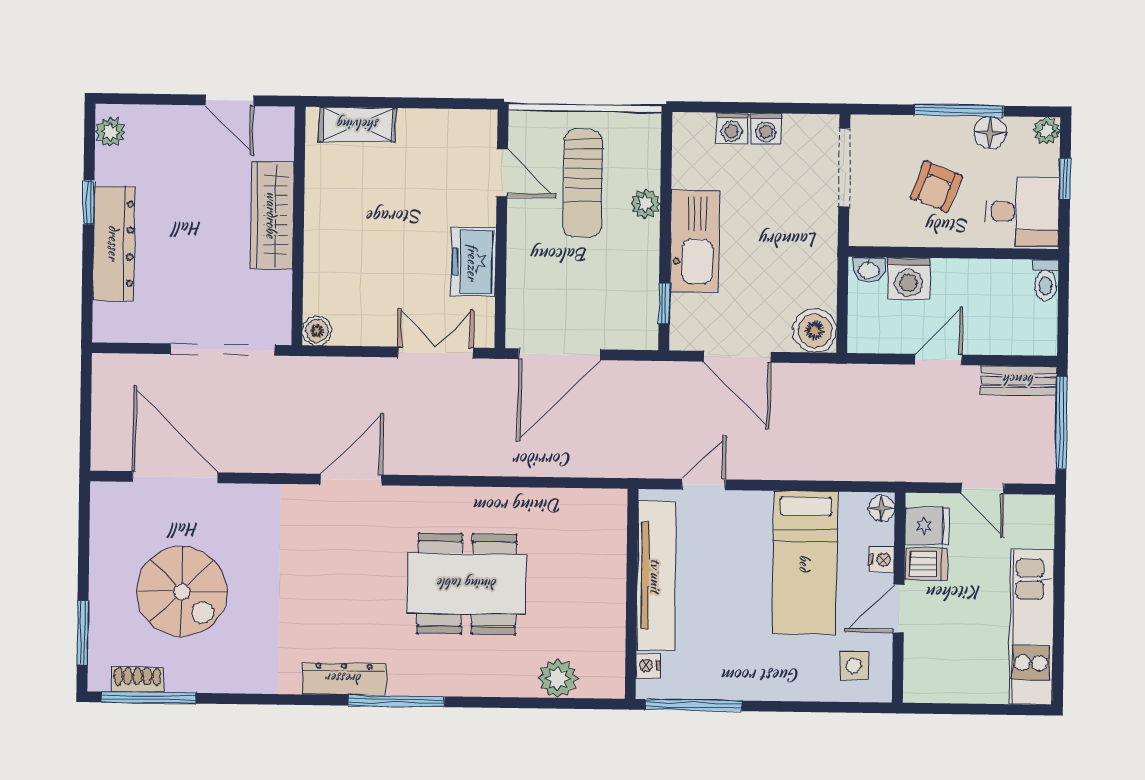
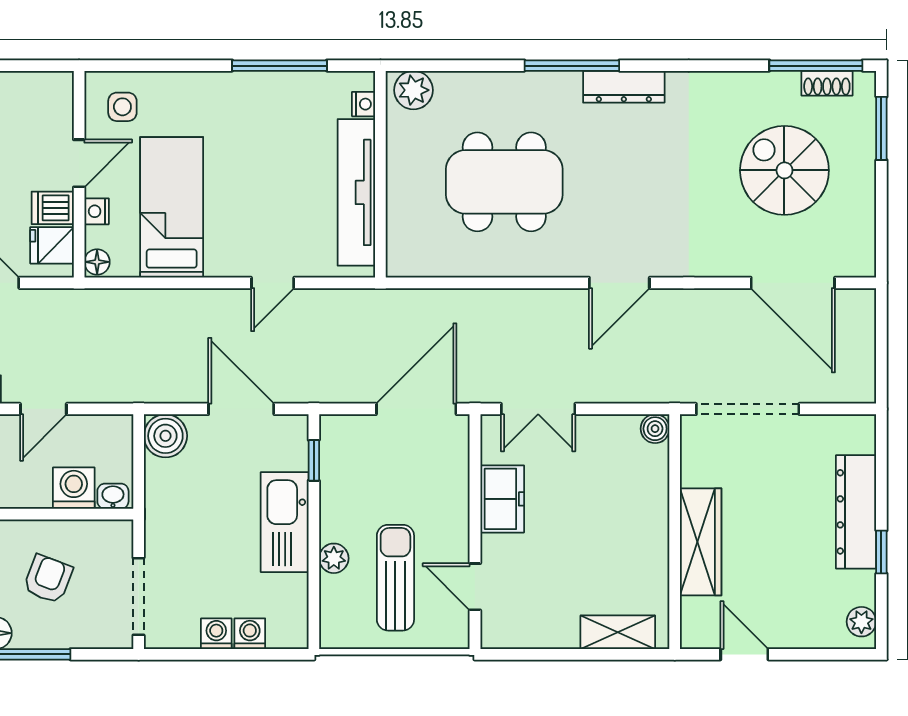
tv unit: (656, 576) -> (356, 192), moved
wall: (632, 594) -> (380, 174), moved
nightstand: (648, 665) -> (364, 104), moved

